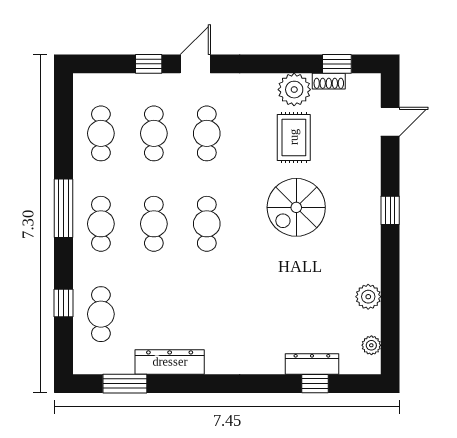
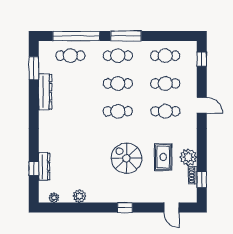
window: (149, 64) -> (202, 59), moved
rug: (294, 137) -> (163, 157), turned 90
window: (64, 303) -> (76, 36), width x3.17

